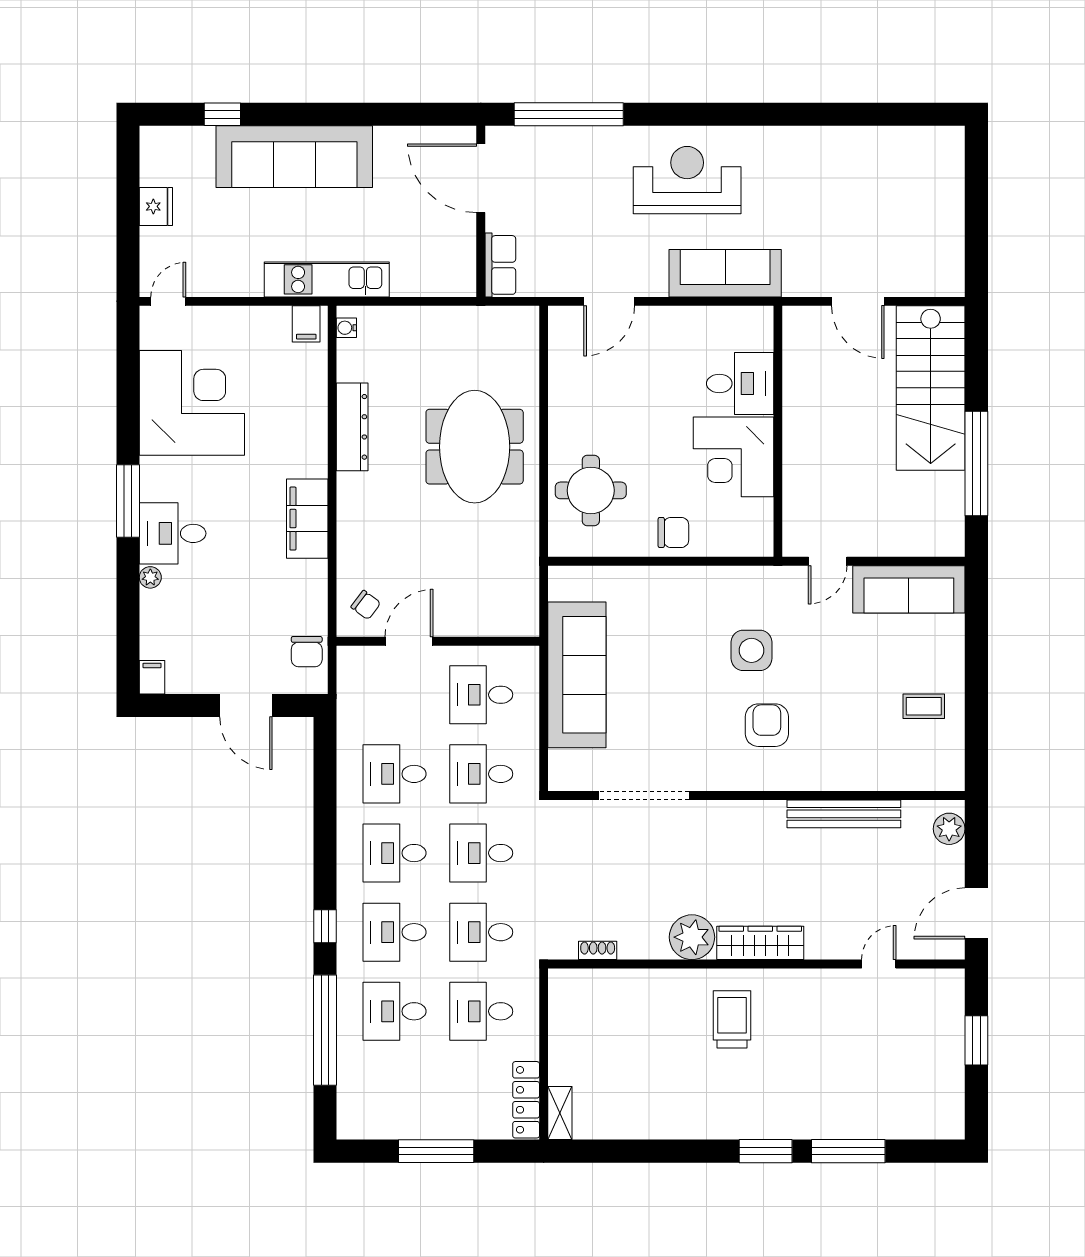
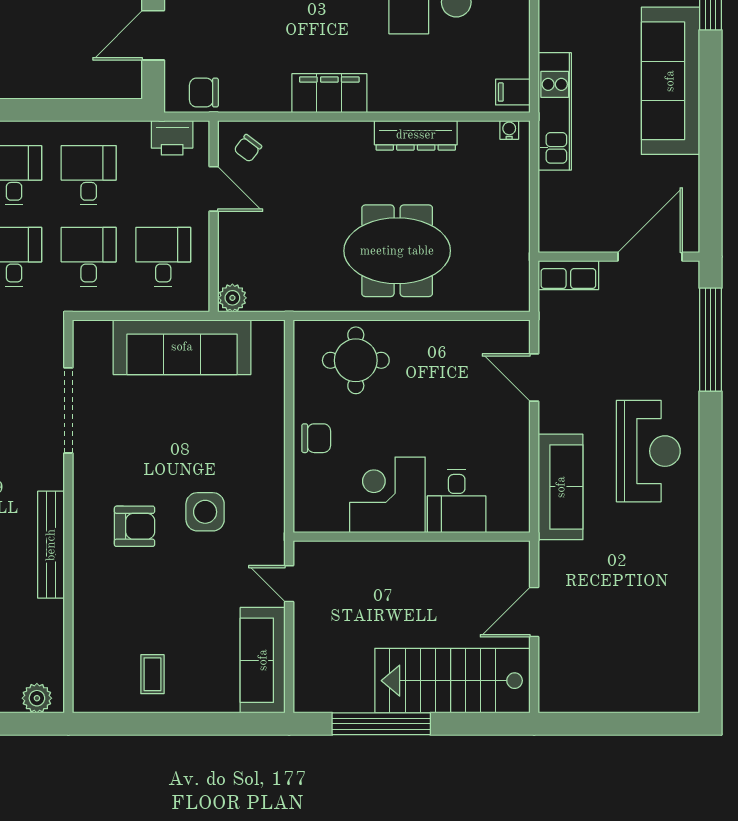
chair: (673, 532) -> (316, 438), turned -90
plant: (524, 621) -> (232, 298), added
printer: (355, 685) -> (172, 138), added
bench: (844, 814) -> (51, 545), moved

